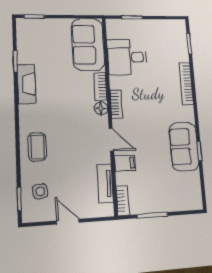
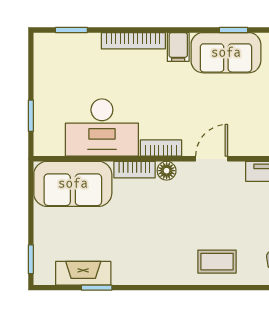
desk: (127, 57) -> (102, 128), width x1.37
fireplace: (26, 84) -> (83, 273), moved
filing cabinet: (125, 163) -> (178, 47), moved, turned 180

